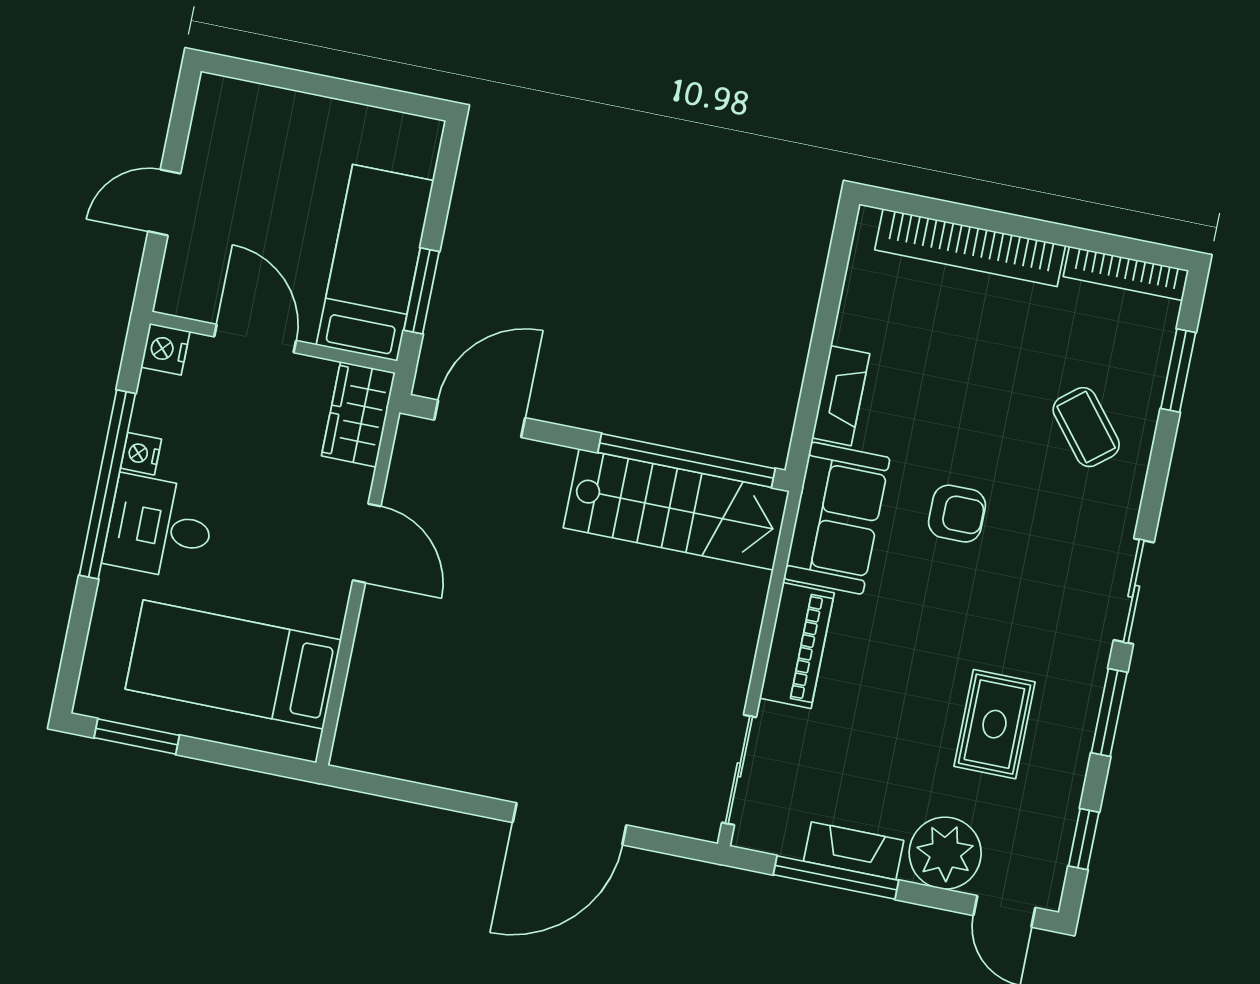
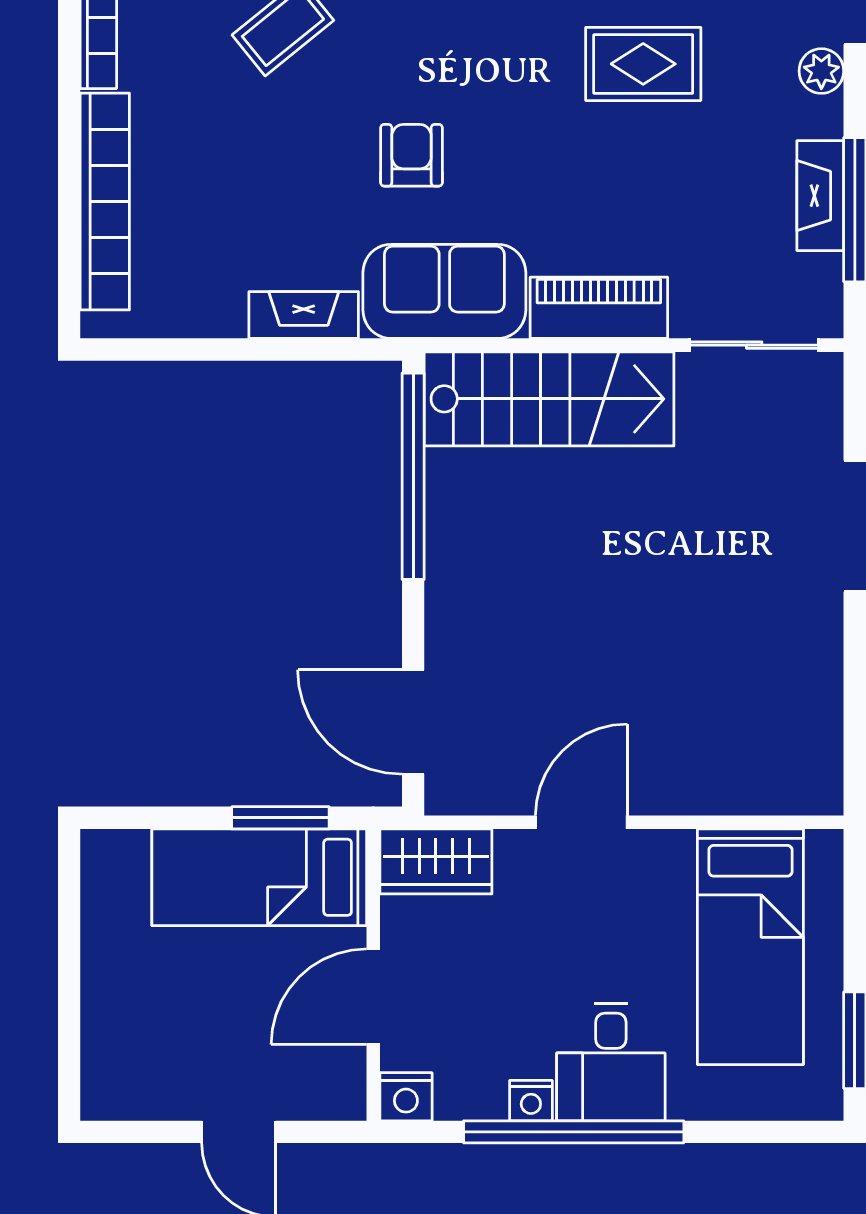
stairs: (676, 509) -> (549, 399), moved, turned 90
plant: (945, 853) -> (821, 71), width x0.53, depth x0.53

